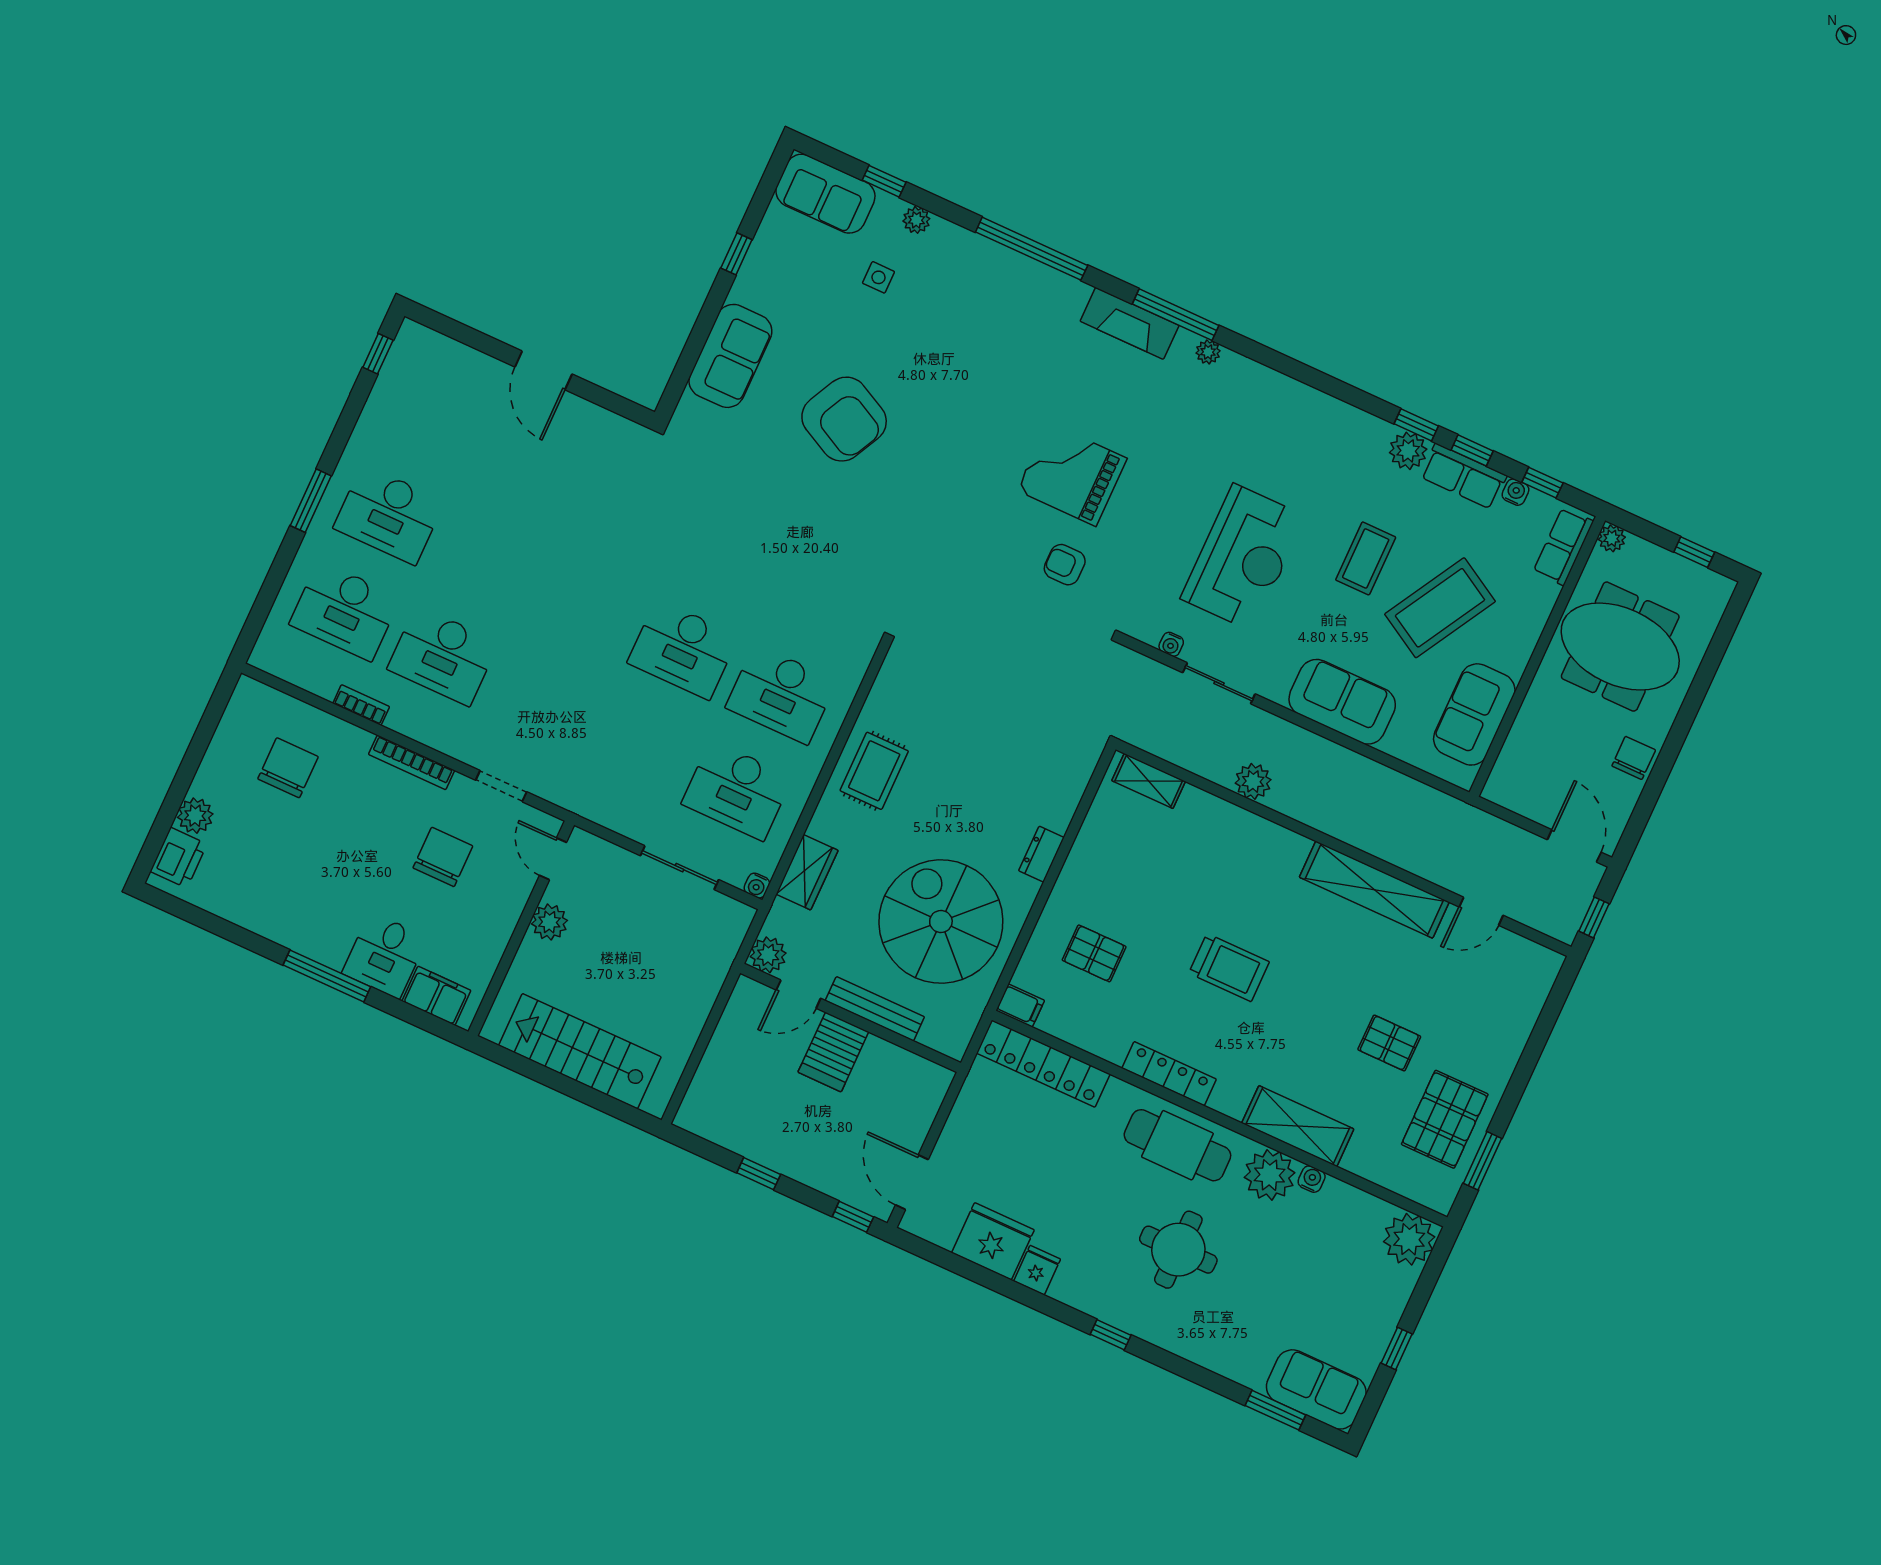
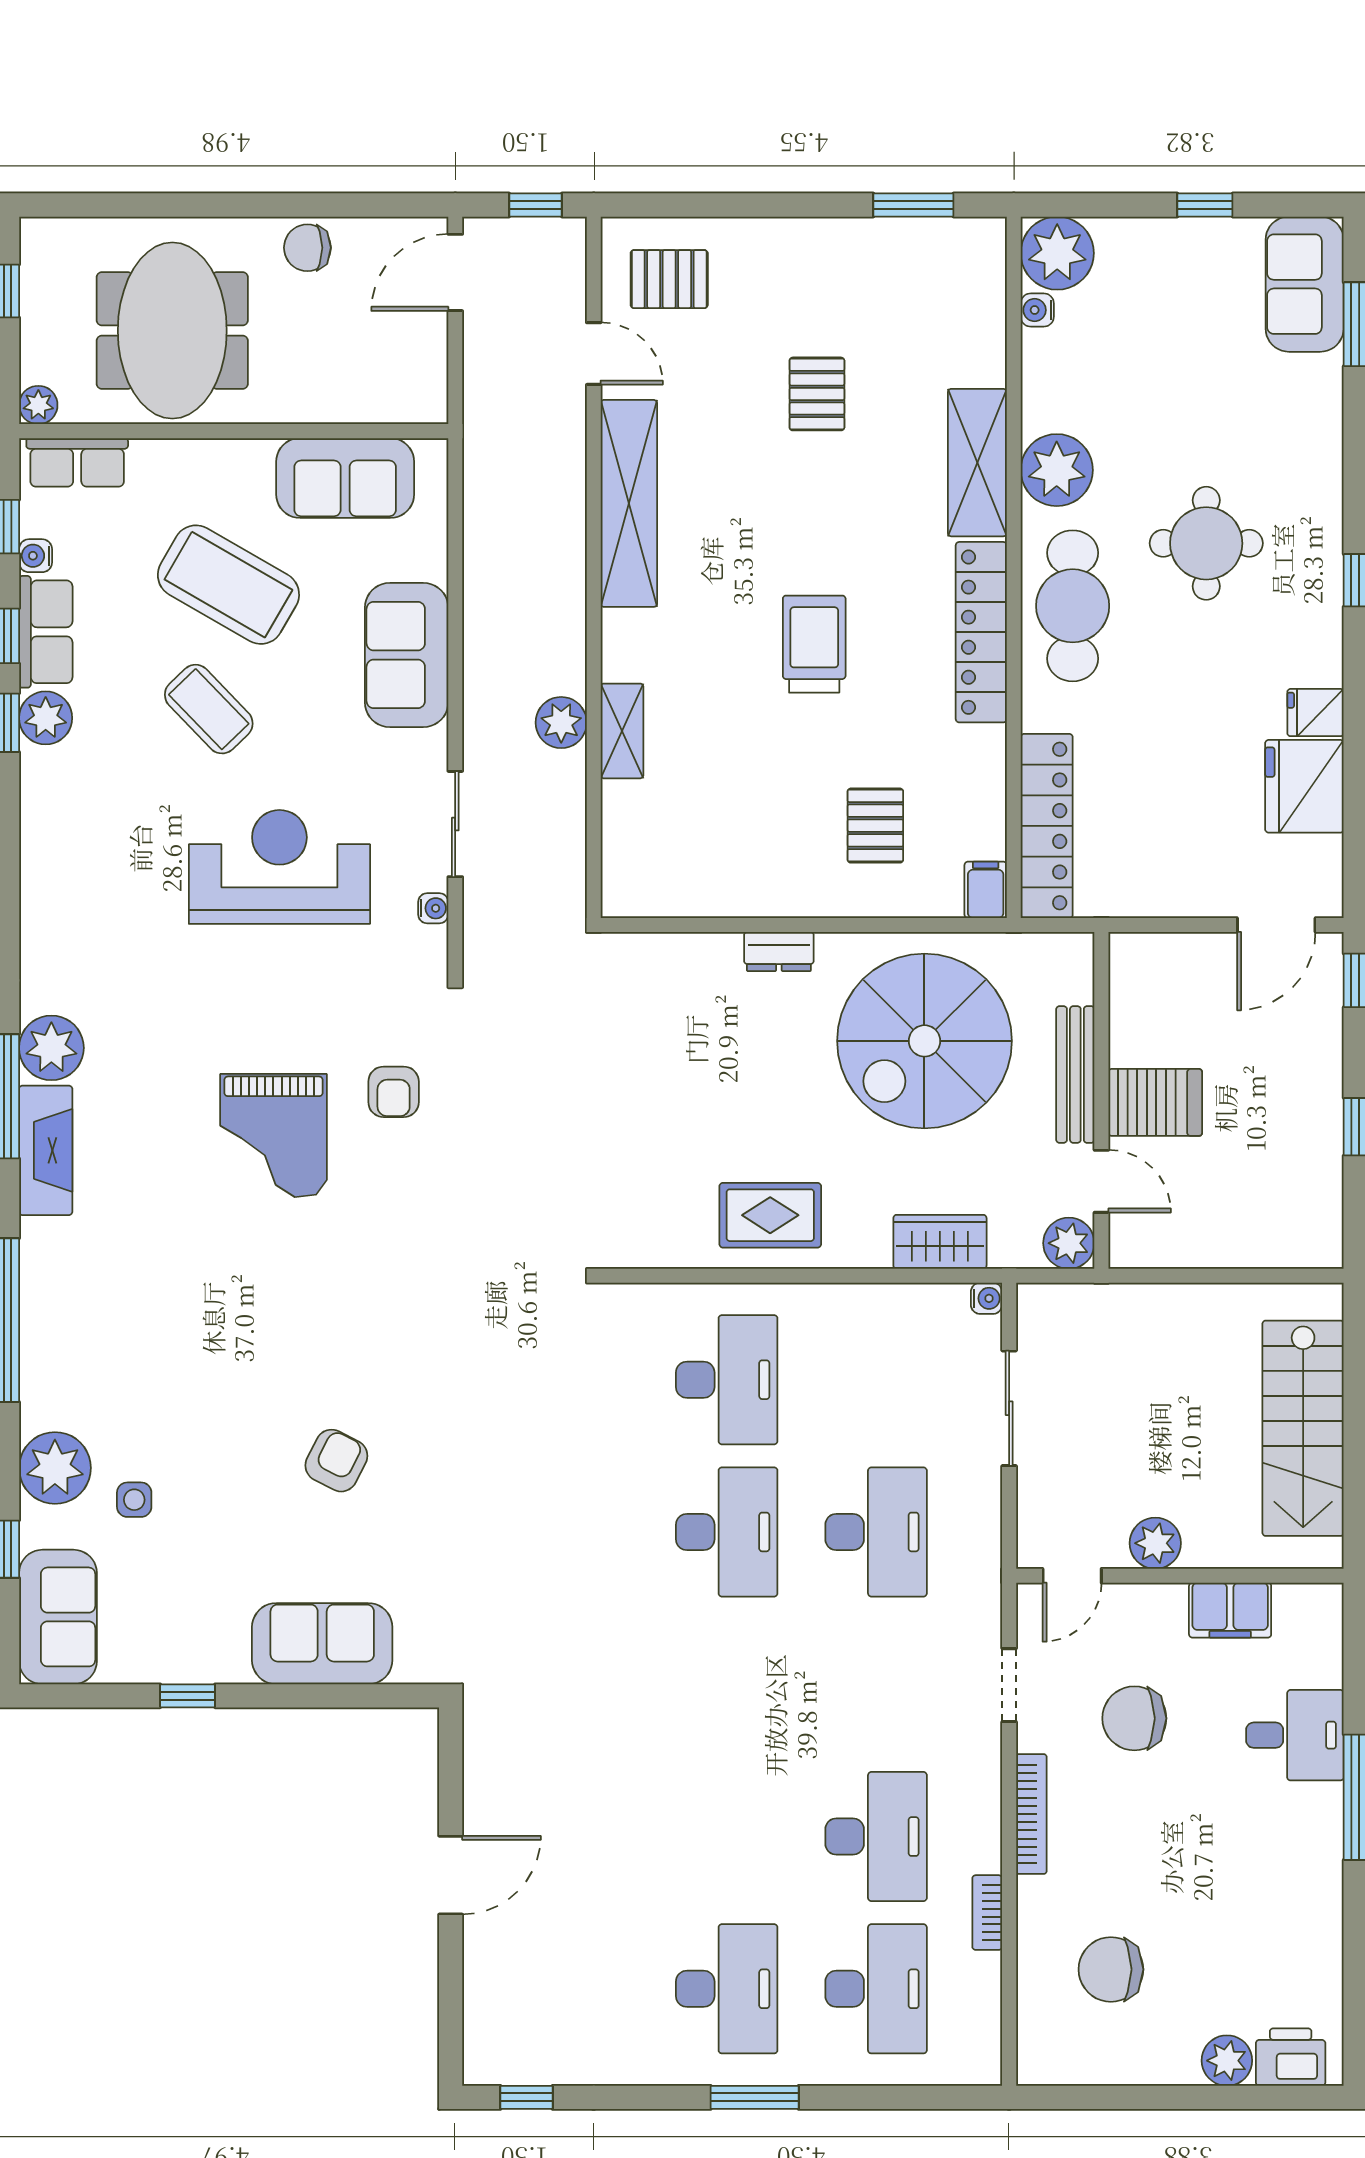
plant: (916, 220) -> (55, 1468), width x1.87, depth x1.87
plant: (1208, 352) -> (51, 1048), width x1.88, depth x1.88
armchair: (844, 419) -> (336, 1461), width x0.53, depth x0.53
coffee table: (1366, 558) -> (209, 709), turned 46
shelving: (1149, 781) -> (622, 731), moved
desk: (737, 790) -> (876, 1532), moved
filing cabinet: (436, 996) -> (1230, 1610), moved, turned -90
locker: (1169, 1074) -> (981, 632), width x1.41, depth x1.21
pallet: (1445, 1119) -> (669, 279), moved, width x0.67, depth x0.71
water cooler: (1312, 1179) -> (1037, 310), moved

